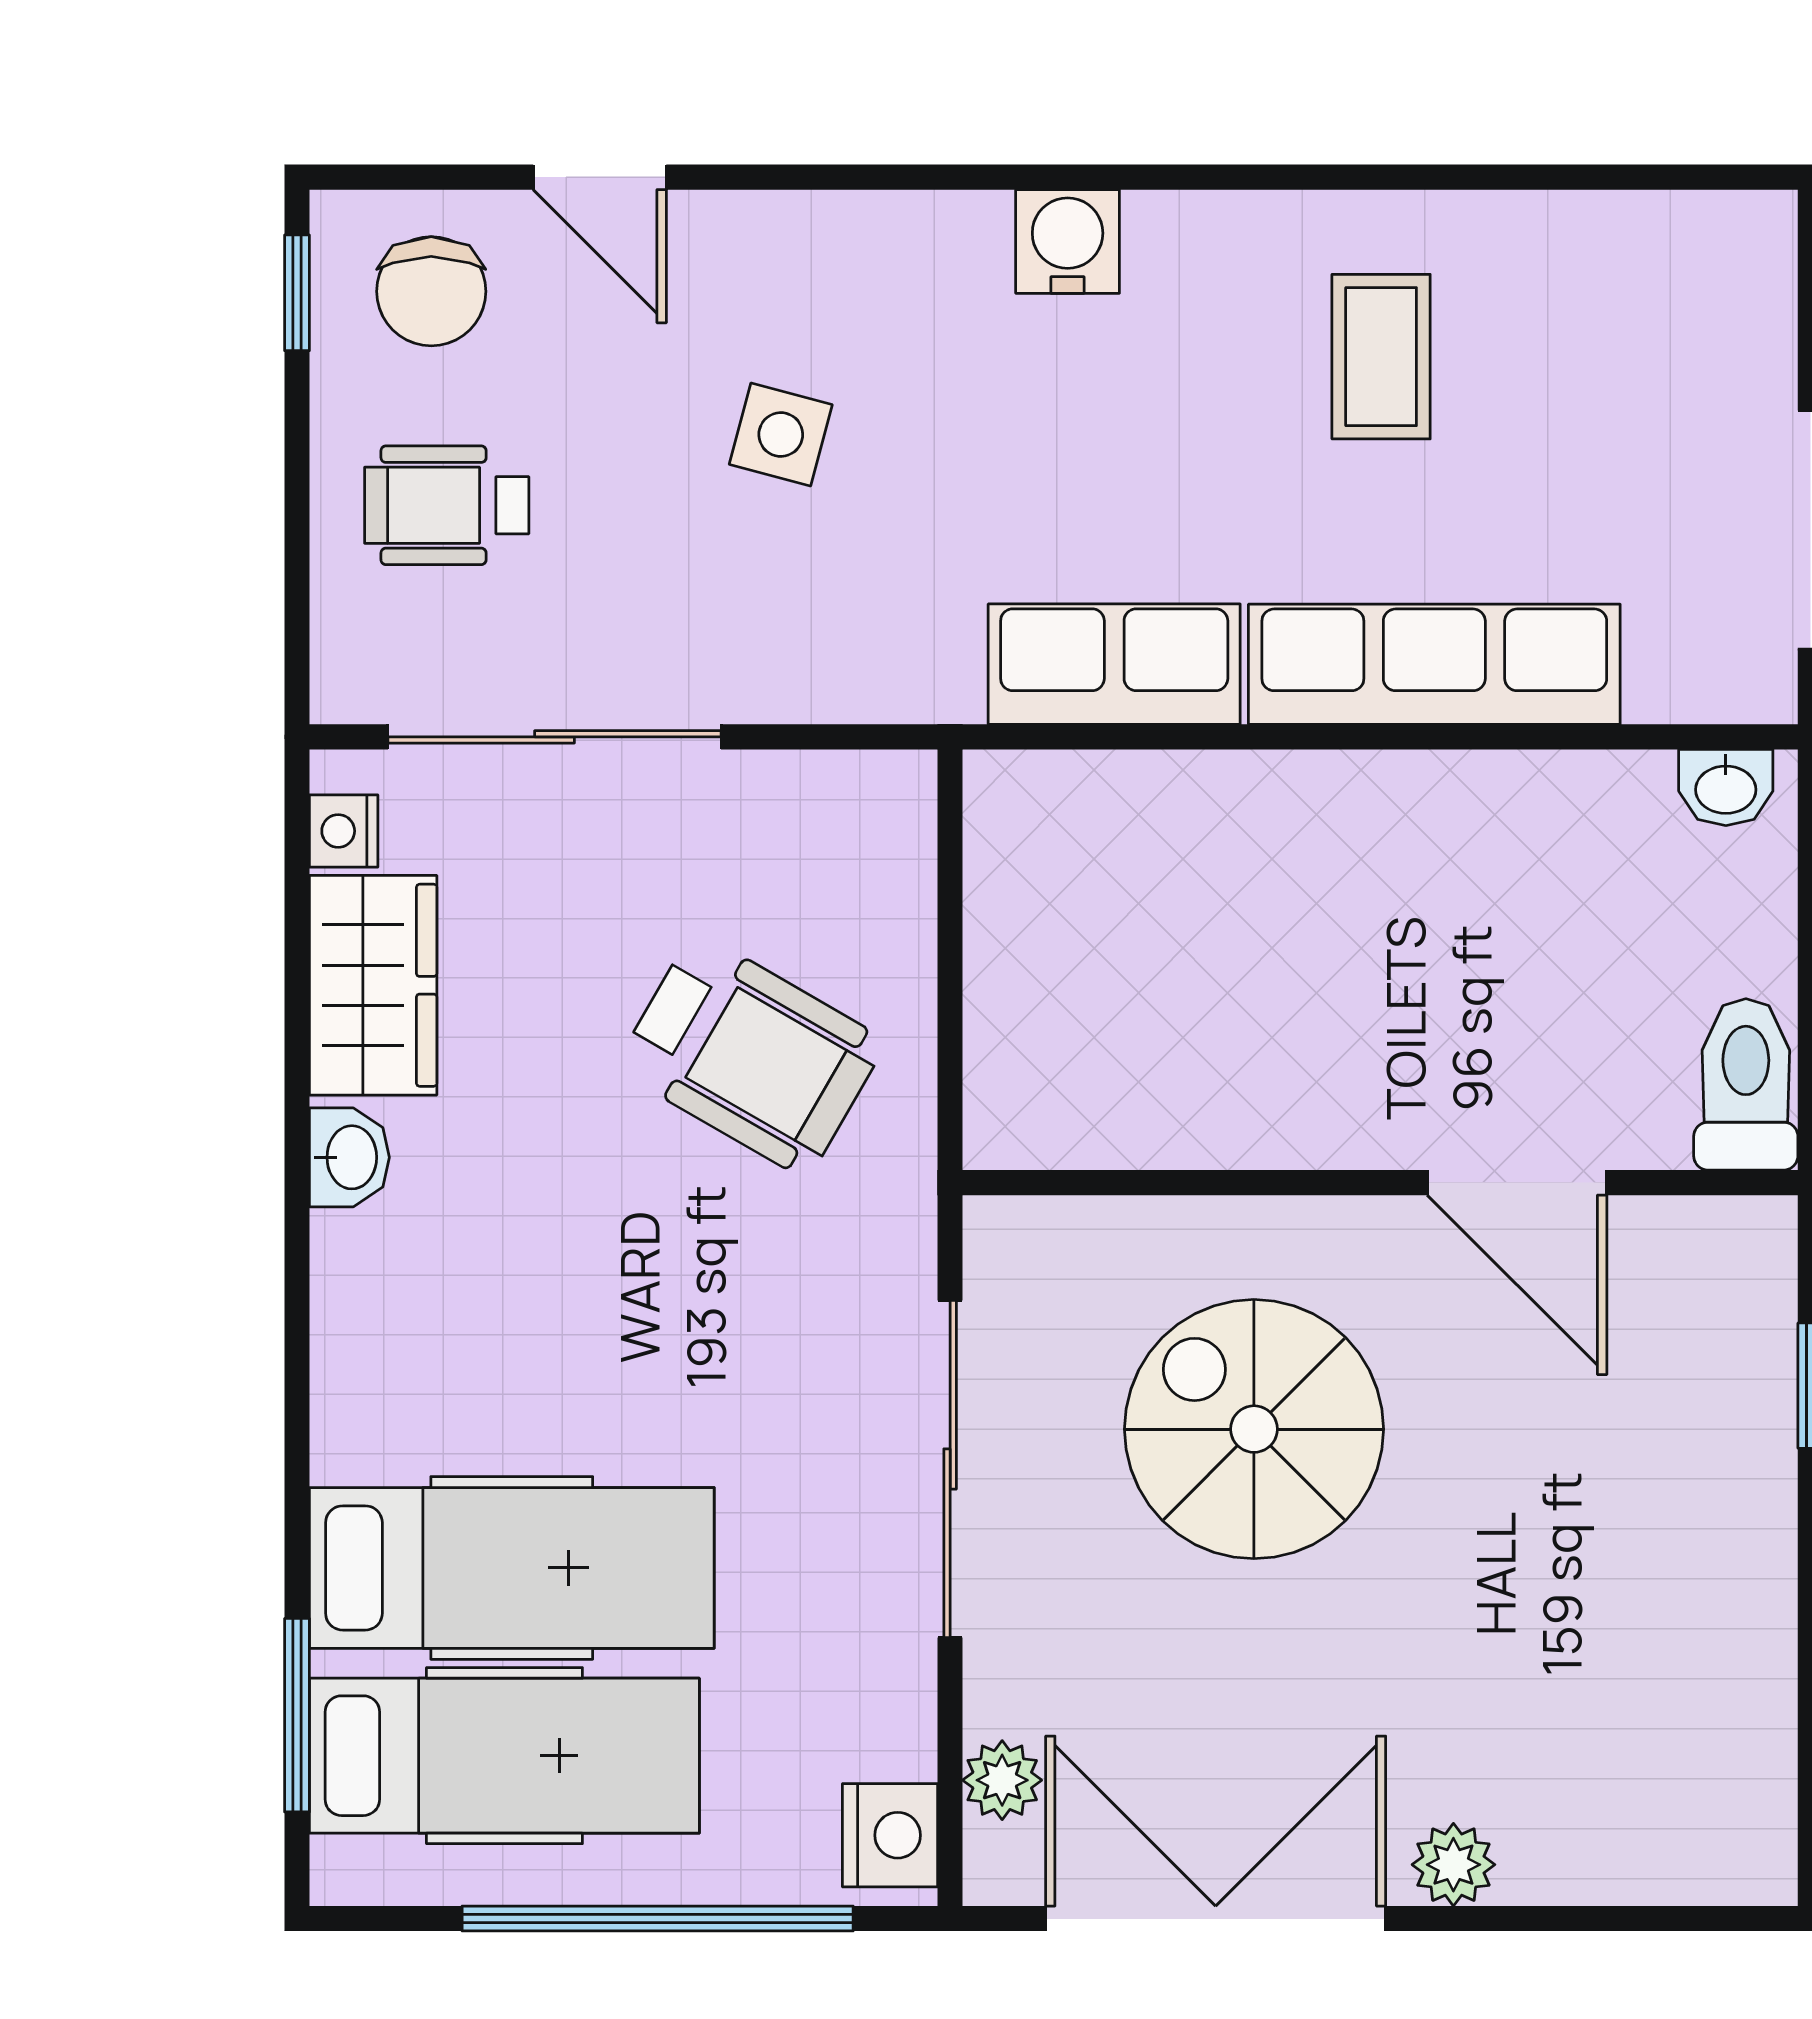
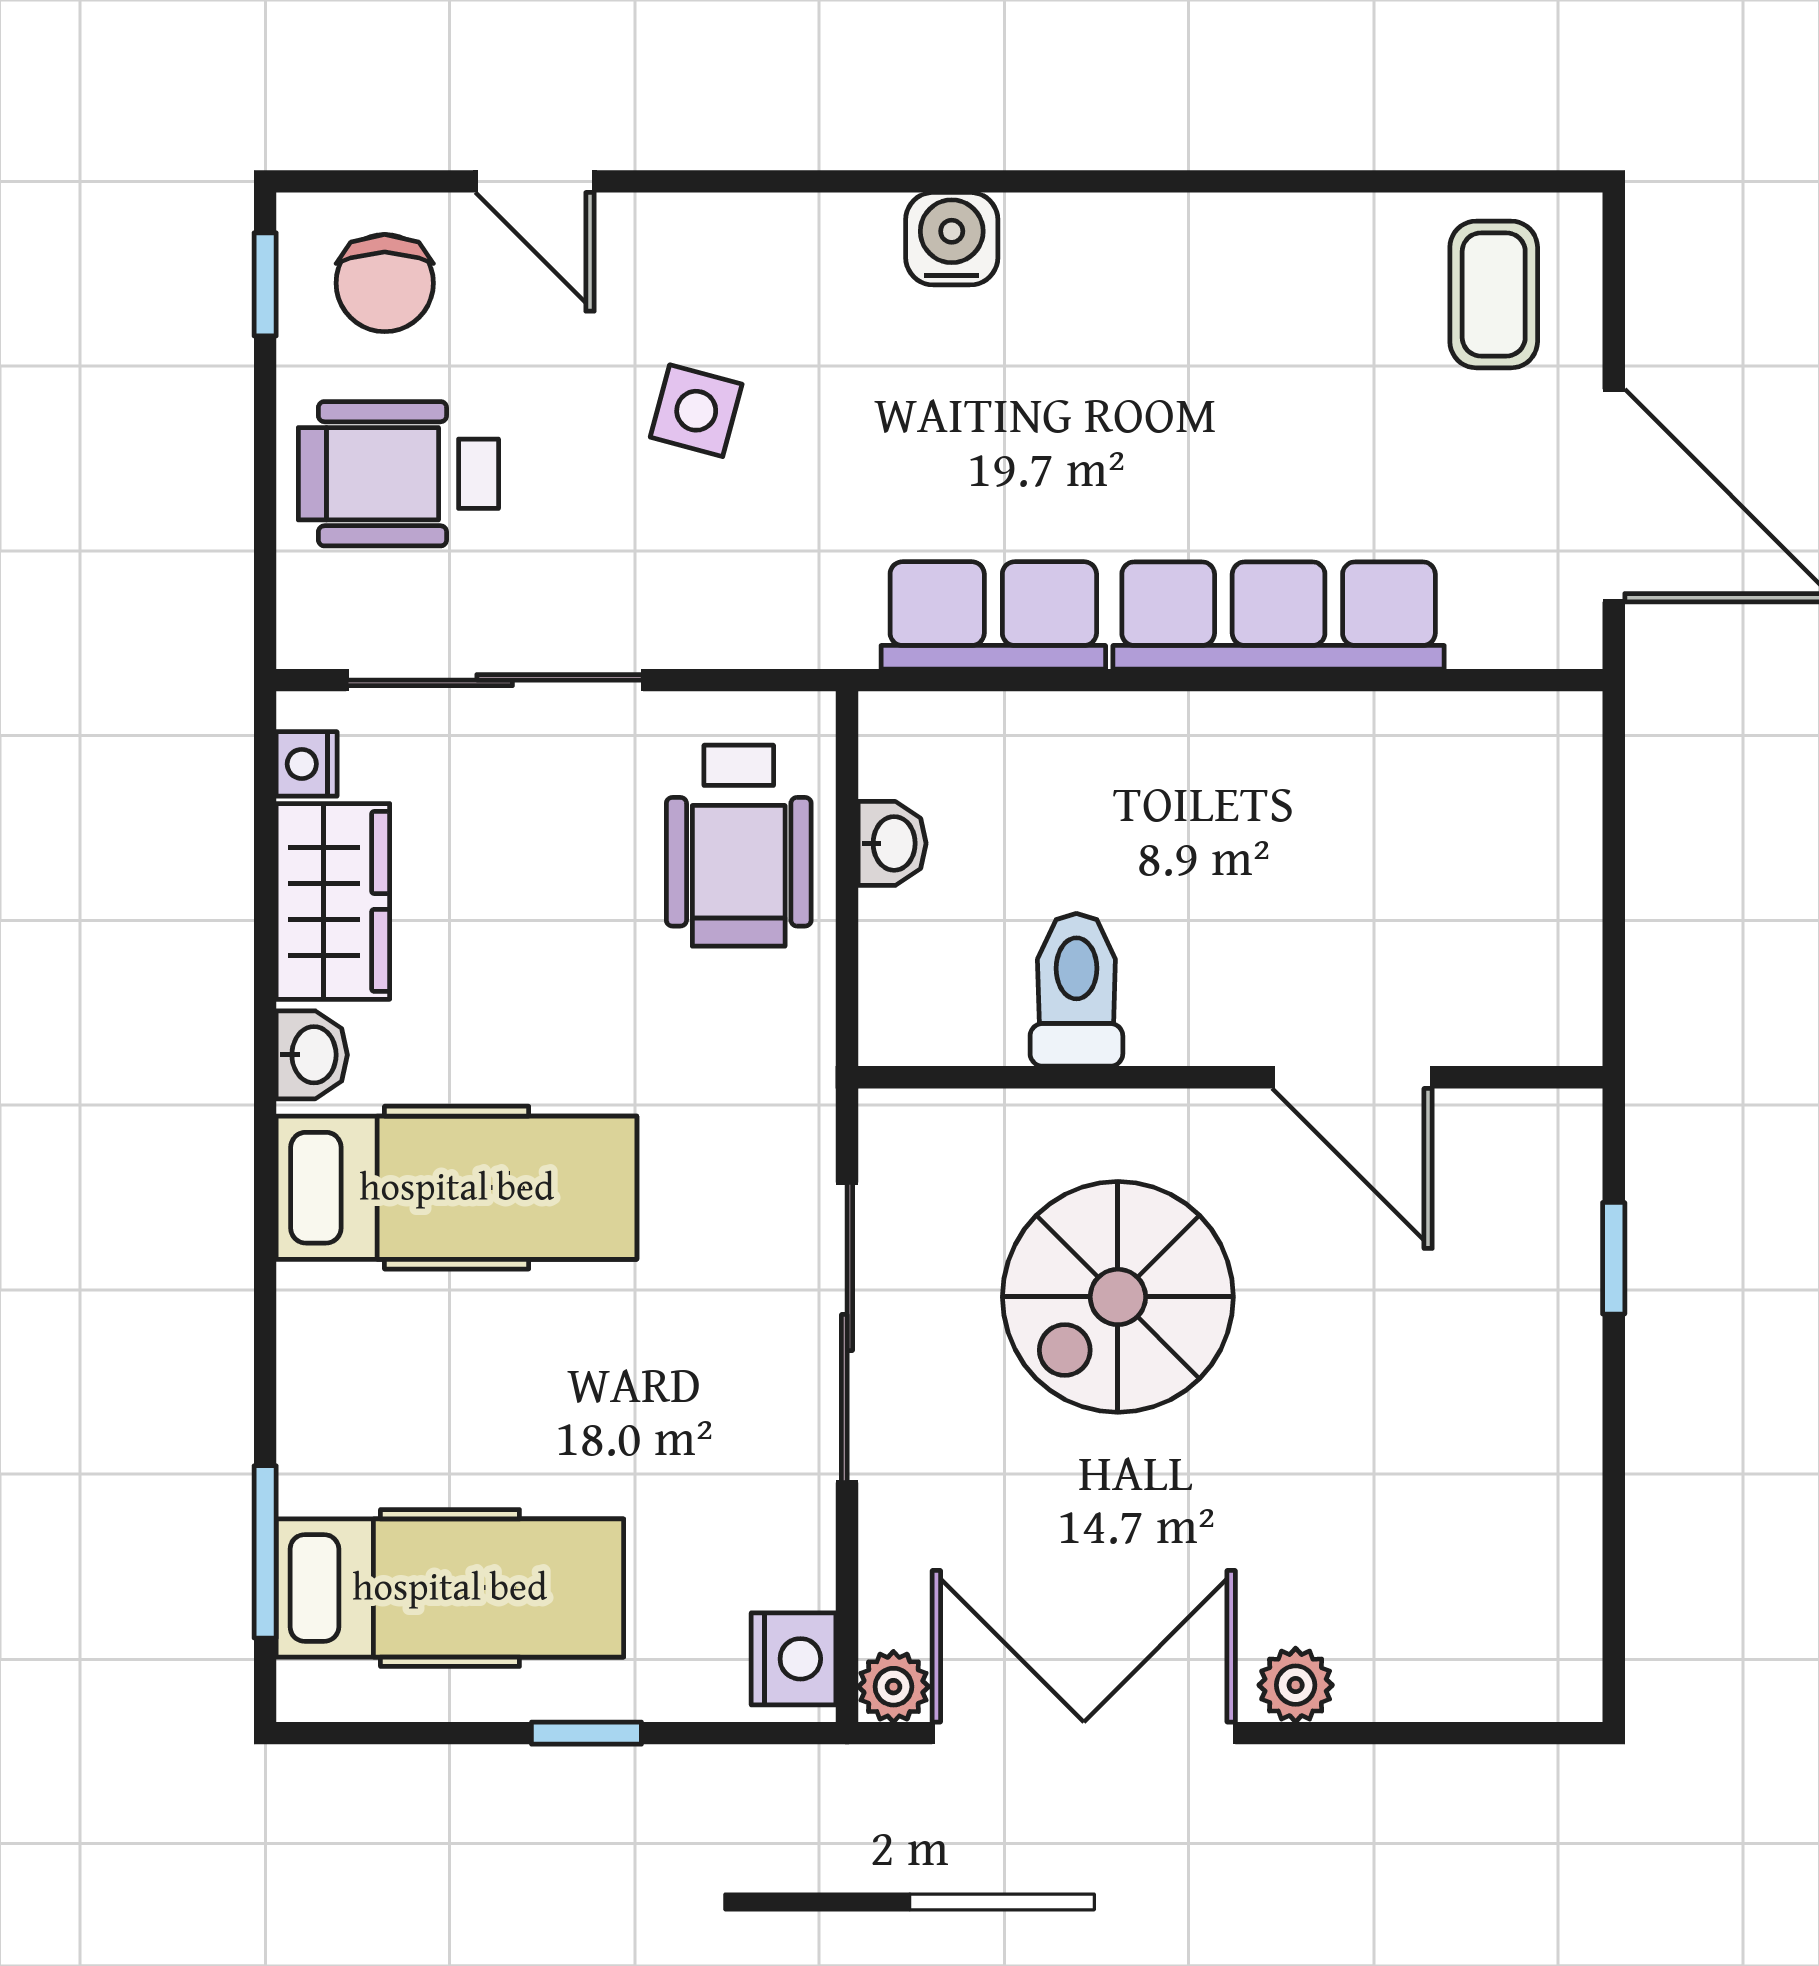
coffee table: (1381, 357) -> (1494, 294), moved
wheelchair: (447, 505) -> (398, 474), width x1.36, depth x1.37
washbasin: (1726, 787) -> (892, 843), moved, turned -90
wheelchair: (751, 1055) -> (739, 846), moved, turned 60
toilet: (1746, 1084) -> (1076, 990), moved
spiral stairs: (1254, 1429) -> (1118, 1297), turned -90
hospital bed: (512, 1568) -> (457, 1188), moved
plant: (1002, 1780) -> (893, 1687), moved
window: (658, 1919) -> (586, 1733), width x0.32

